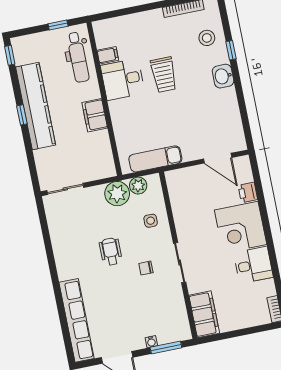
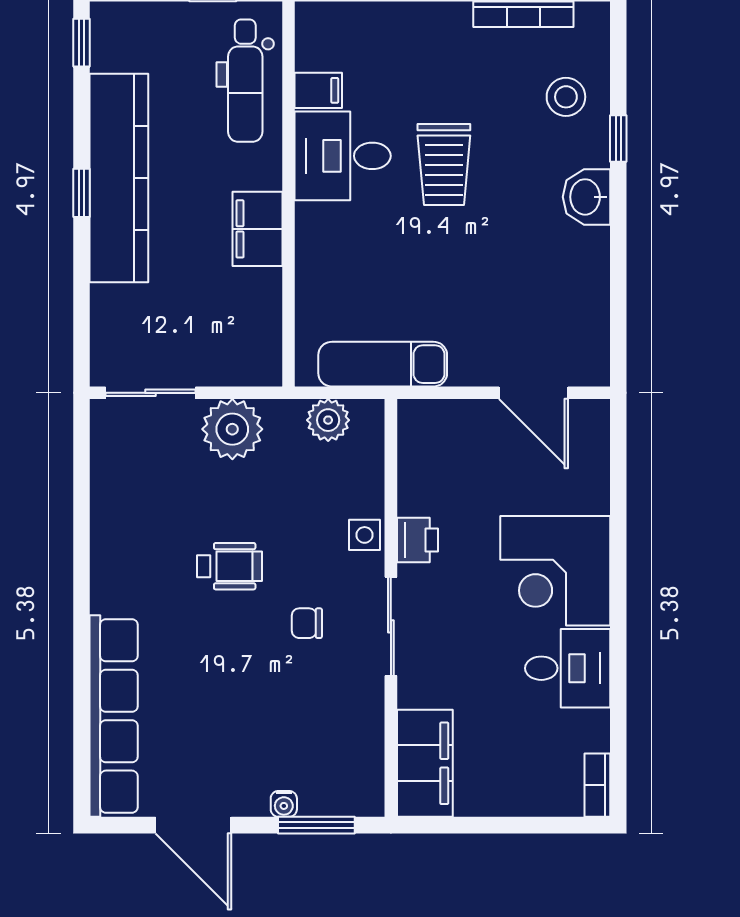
printer: (248, 192) -> (417, 540), moved, turned 180
plant: (117, 194) -> (232, 429), moved
side table: (151, 221) -> (365, 535), moved
wheelchair: (111, 252) -> (230, 566), turned 90

